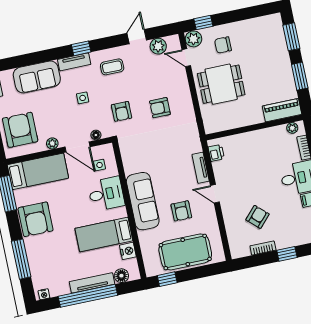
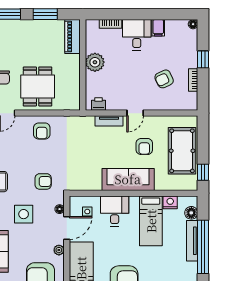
side table: (83, 98) -> (24, 214), width x1.87, depth x1.87
armchair: (160, 108) -> (42, 131), moved
plant: (292, 128) -> (95, 62), moved, width x1.88, depth x1.88
armchair: (181, 211) -> (144, 146), turned 90
armchair: (258, 217) -> (164, 79), turned -68

